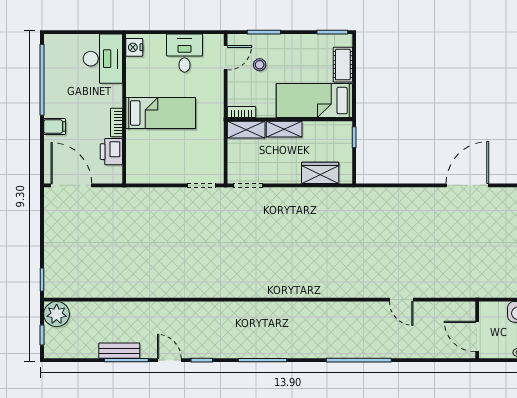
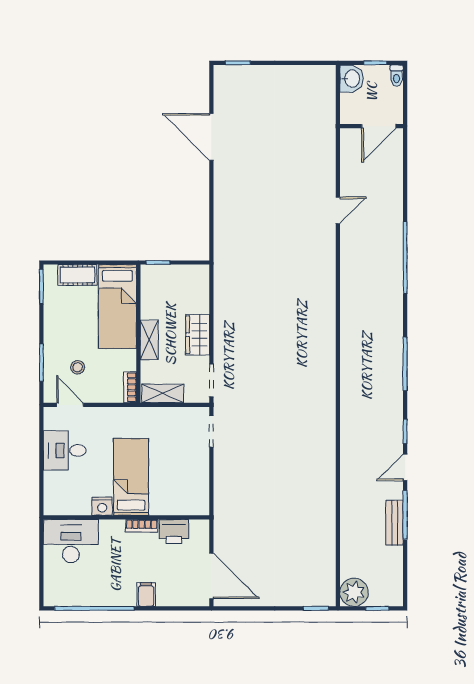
nightstand: (134, 47) -> (102, 506), moved
shelving: (246, 130) -> (163, 393), moved, turned 90
wardrobe: (320, 173) -> (198, 335), moved
door: (71, 185) -> (211, 576), swing flipped

